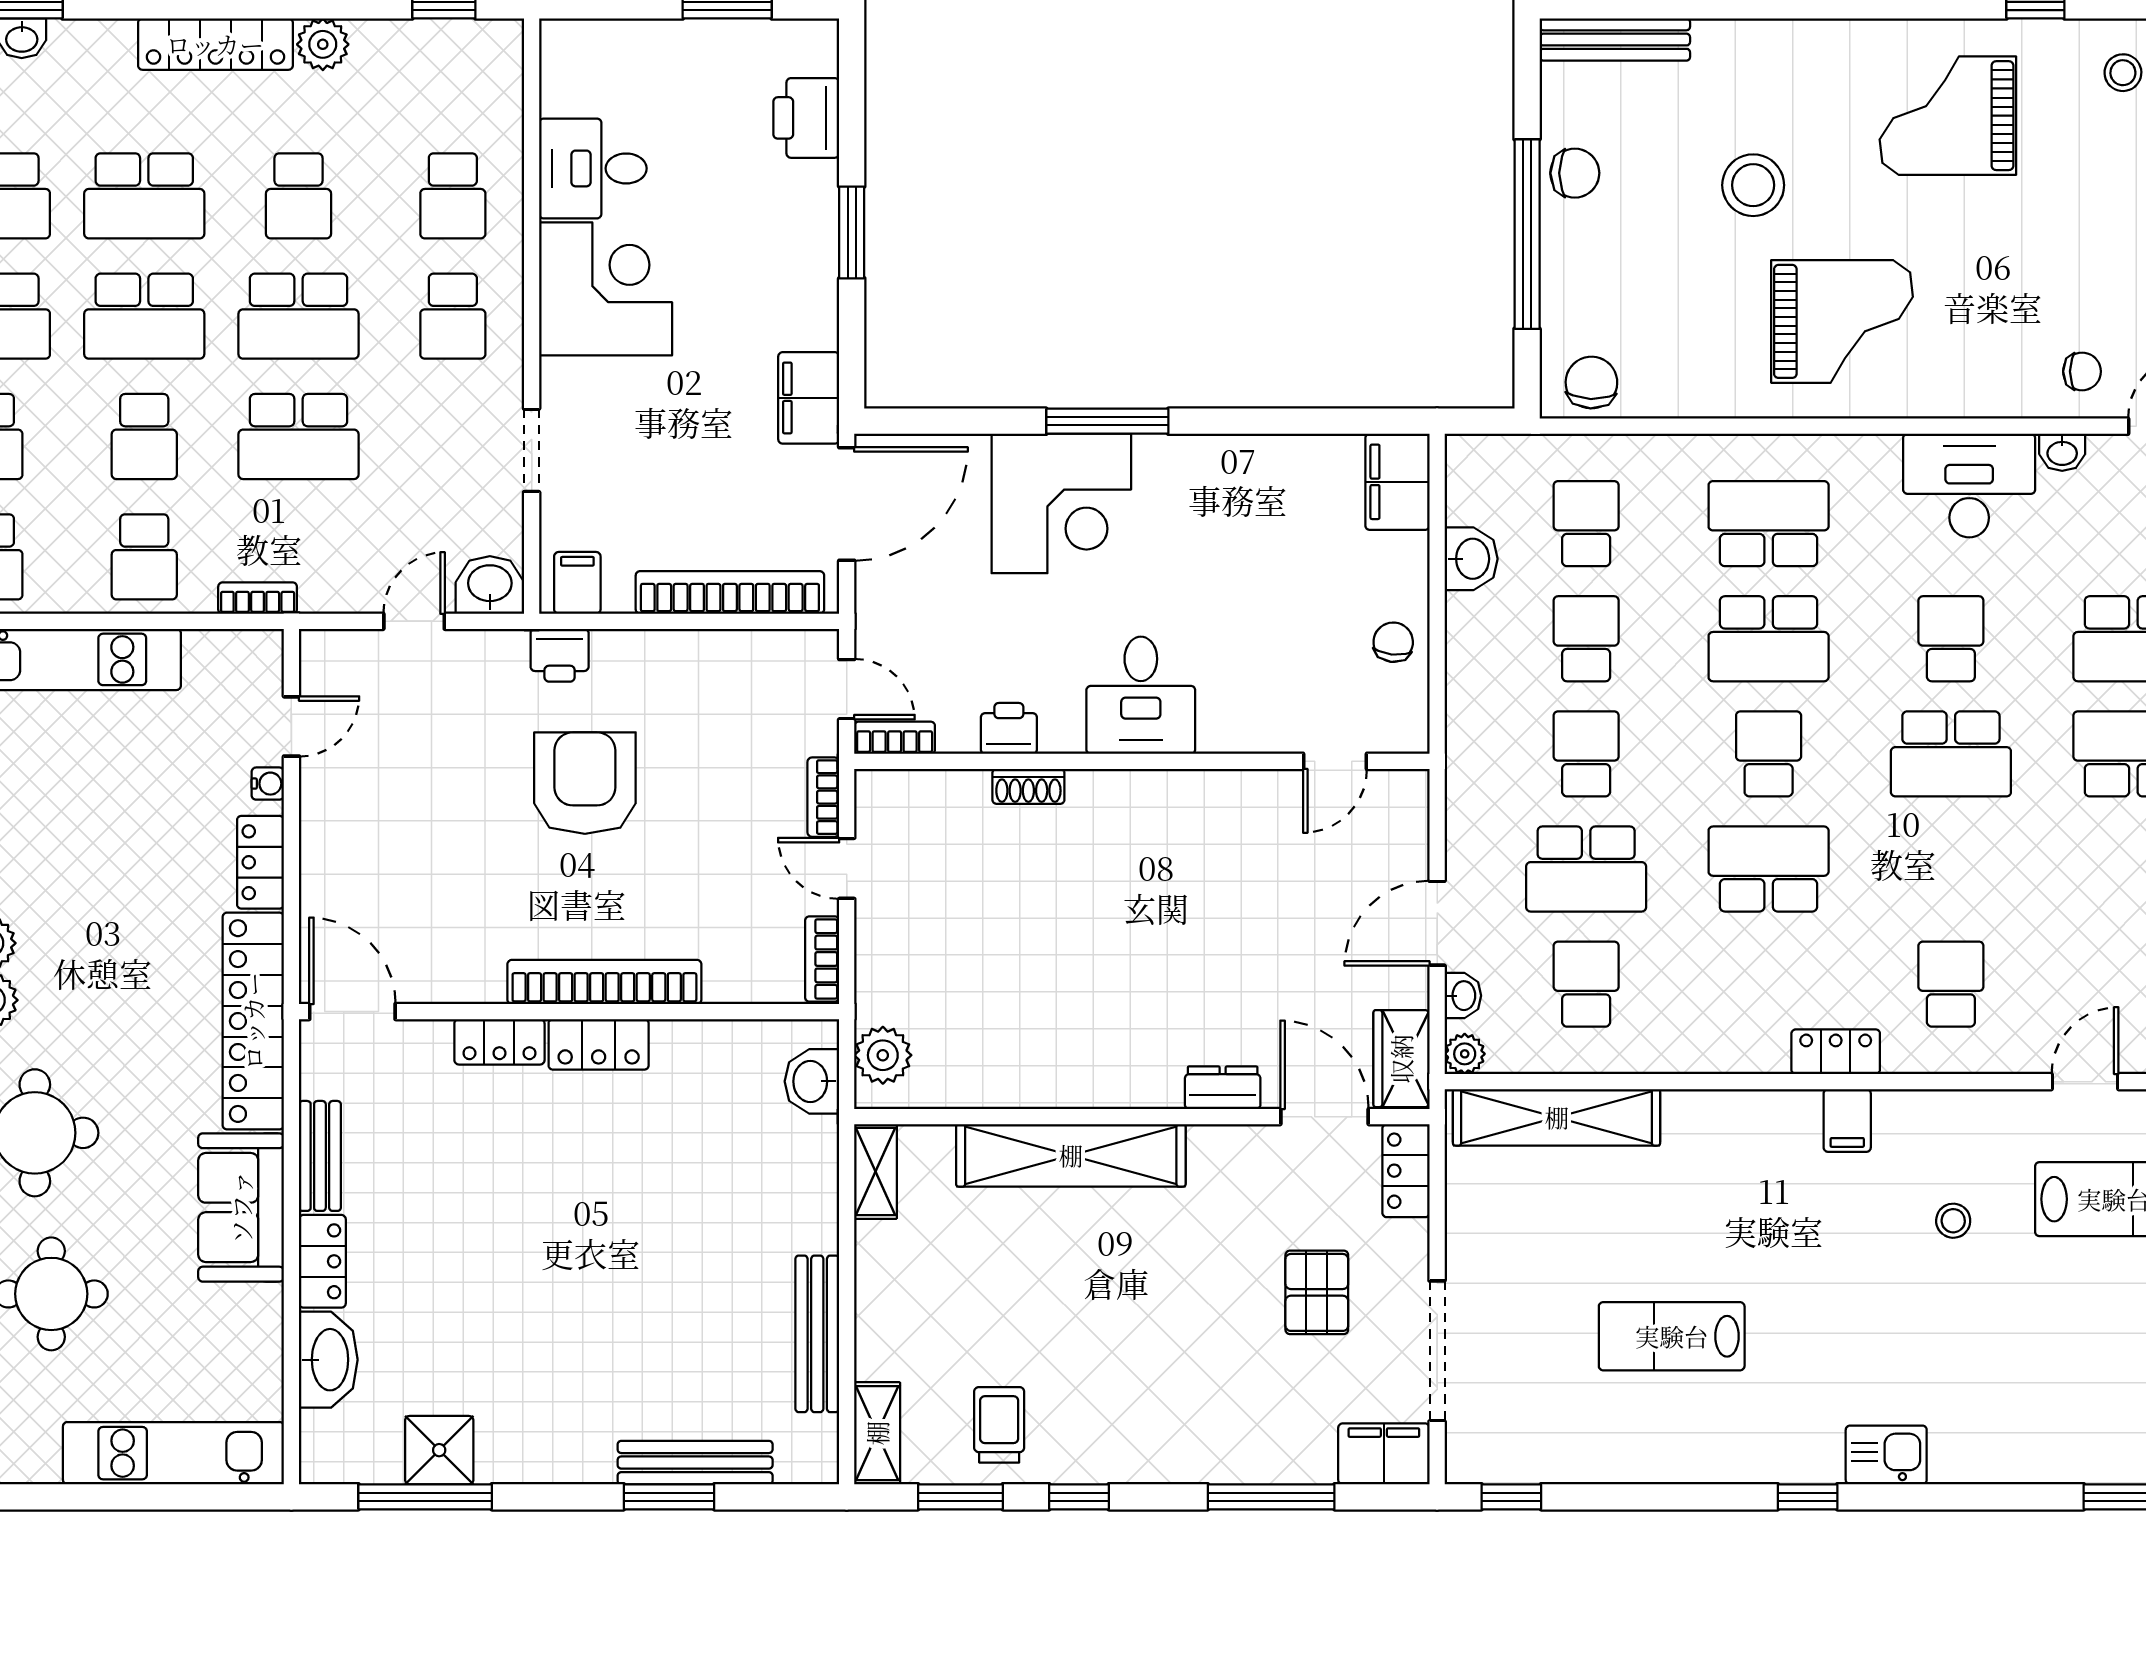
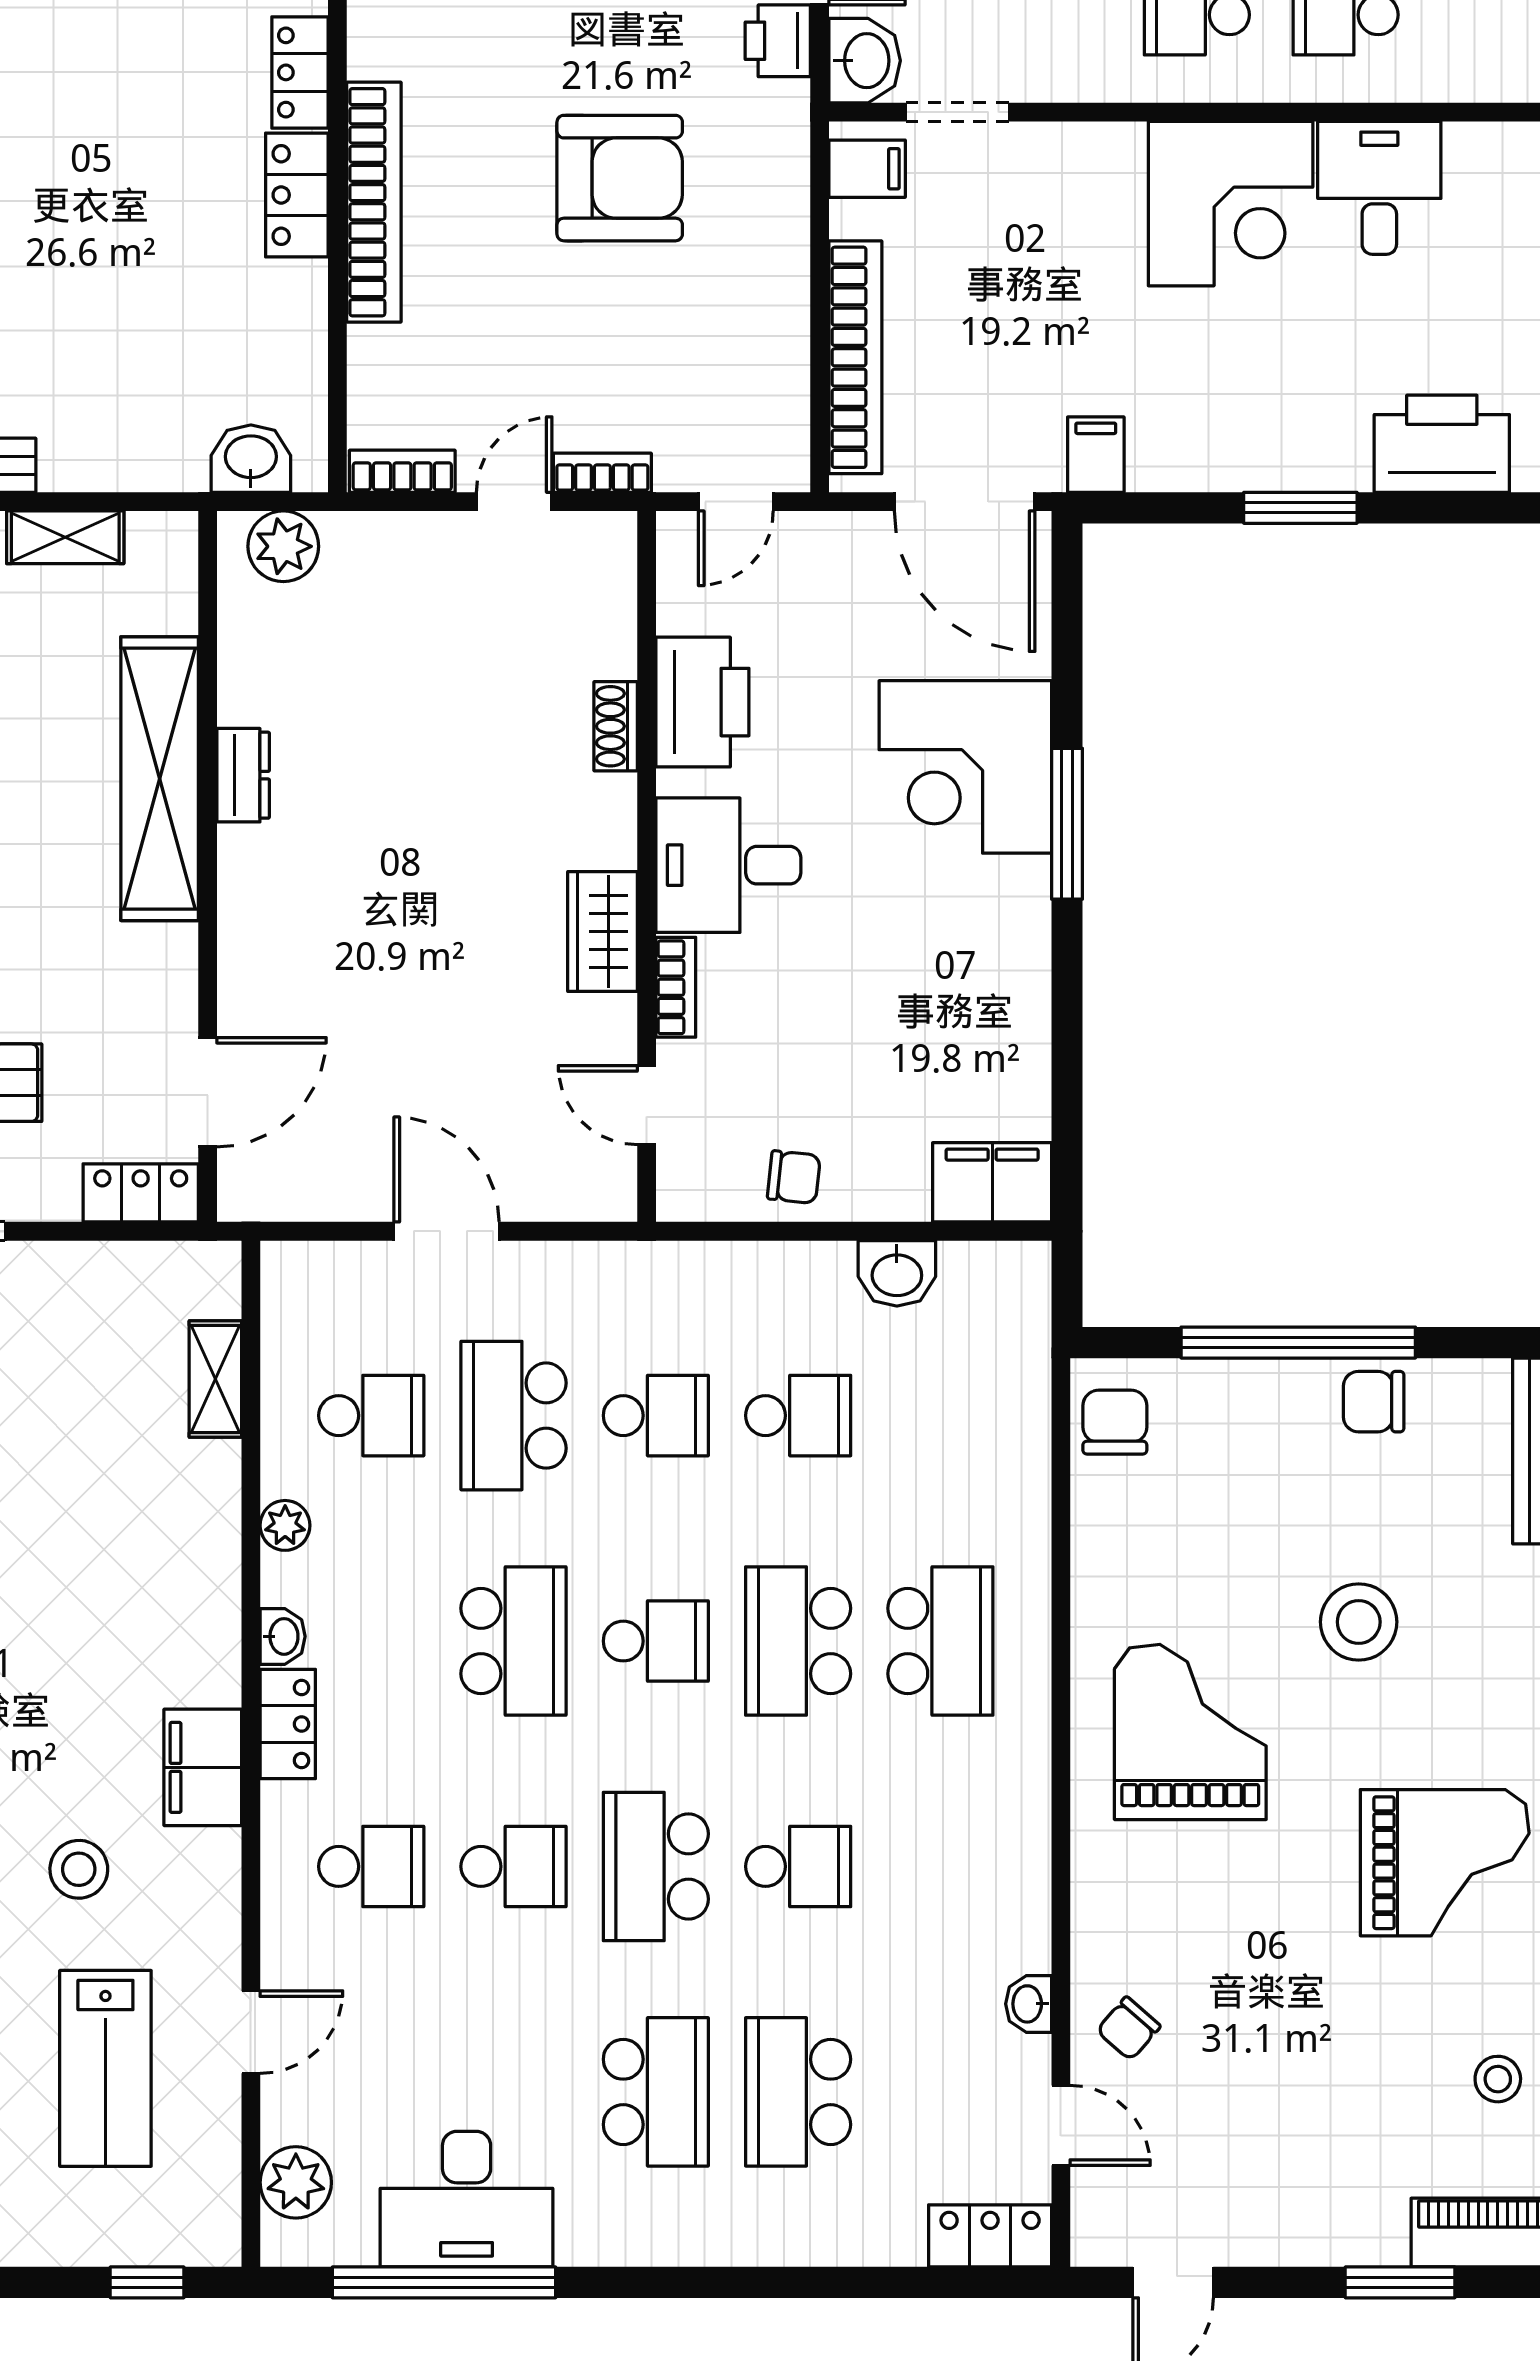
grand piano: (1948, 116) -> (1445, 1863), turned 90
printer: (806, 118) -> (1442, 444), width x1.37, depth x1.19
chair: (1575, 173) -> (1374, 1402), turned 90
grand piano: (1842, 321) -> (1190, 1732), turned 180
chair: (2082, 371) -> (1128, 2028), turned 41
chair: (1591, 382) -> (1115, 1422), turned -92
filing cabinet: (809, 398) -> (1096, 455), width x0.50
doorway: (532, 450) -> (958, 112), moved
desk: (1969, 486) -> (987, 1889), removed
school desk: (1586, 524) -> (514, 1866), moved
printer: (560, 655) -> (778, 41), moved
printer: (1009, 728) -> (702, 702), width x1.87, depth x1.48
bookcase: (895, 738) -> (676, 987), moved
washbasin: (1463, 996) -> (283, 1636), moved, turned -90
plant: (1465, 1054) -> (285, 1525), moved
wardrobe: (1401, 1059) -> (603, 932), moved, turned -90
door: (2085, 1082) -> (251, 2032), hinge flipped
dresser: (1223, 1088) -> (243, 775), moved
shelving: (1557, 1117) -> (215, 1379), width x0.45, depth x0.75
filing cabinet: (1847, 1120) -> (203, 1767), width x2.00
shelving: (876, 1171) -> (65, 537), moved
stool: (1953, 1221) -> (79, 1869), width x1.37, depth x1.37

